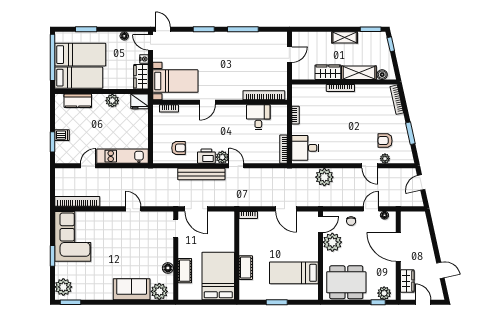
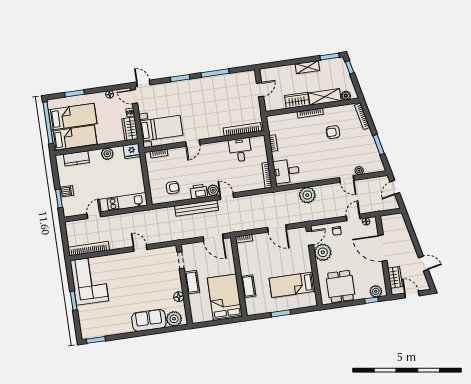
armchair: (385, 141) -> (333, 132), moved
door: (196, 209) -> (213, 238), moved
cot: (185, 271) -> (192, 282), moved
dining table: (346, 282) -> (340, 286), width x0.73
plant: (63, 287) -> (87, 327), removed

